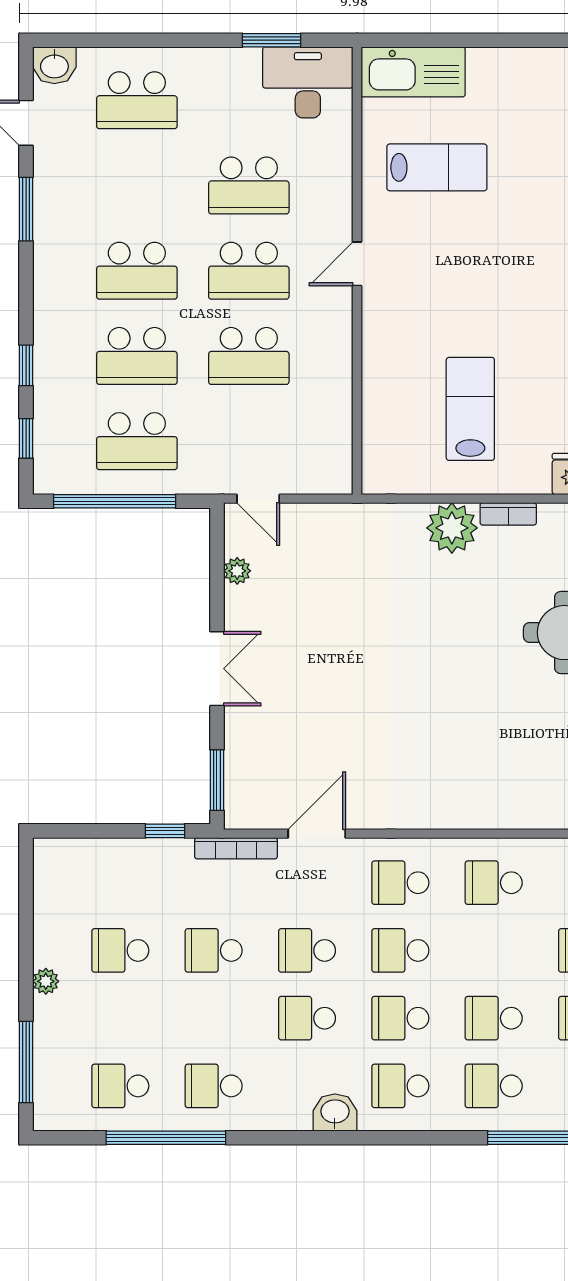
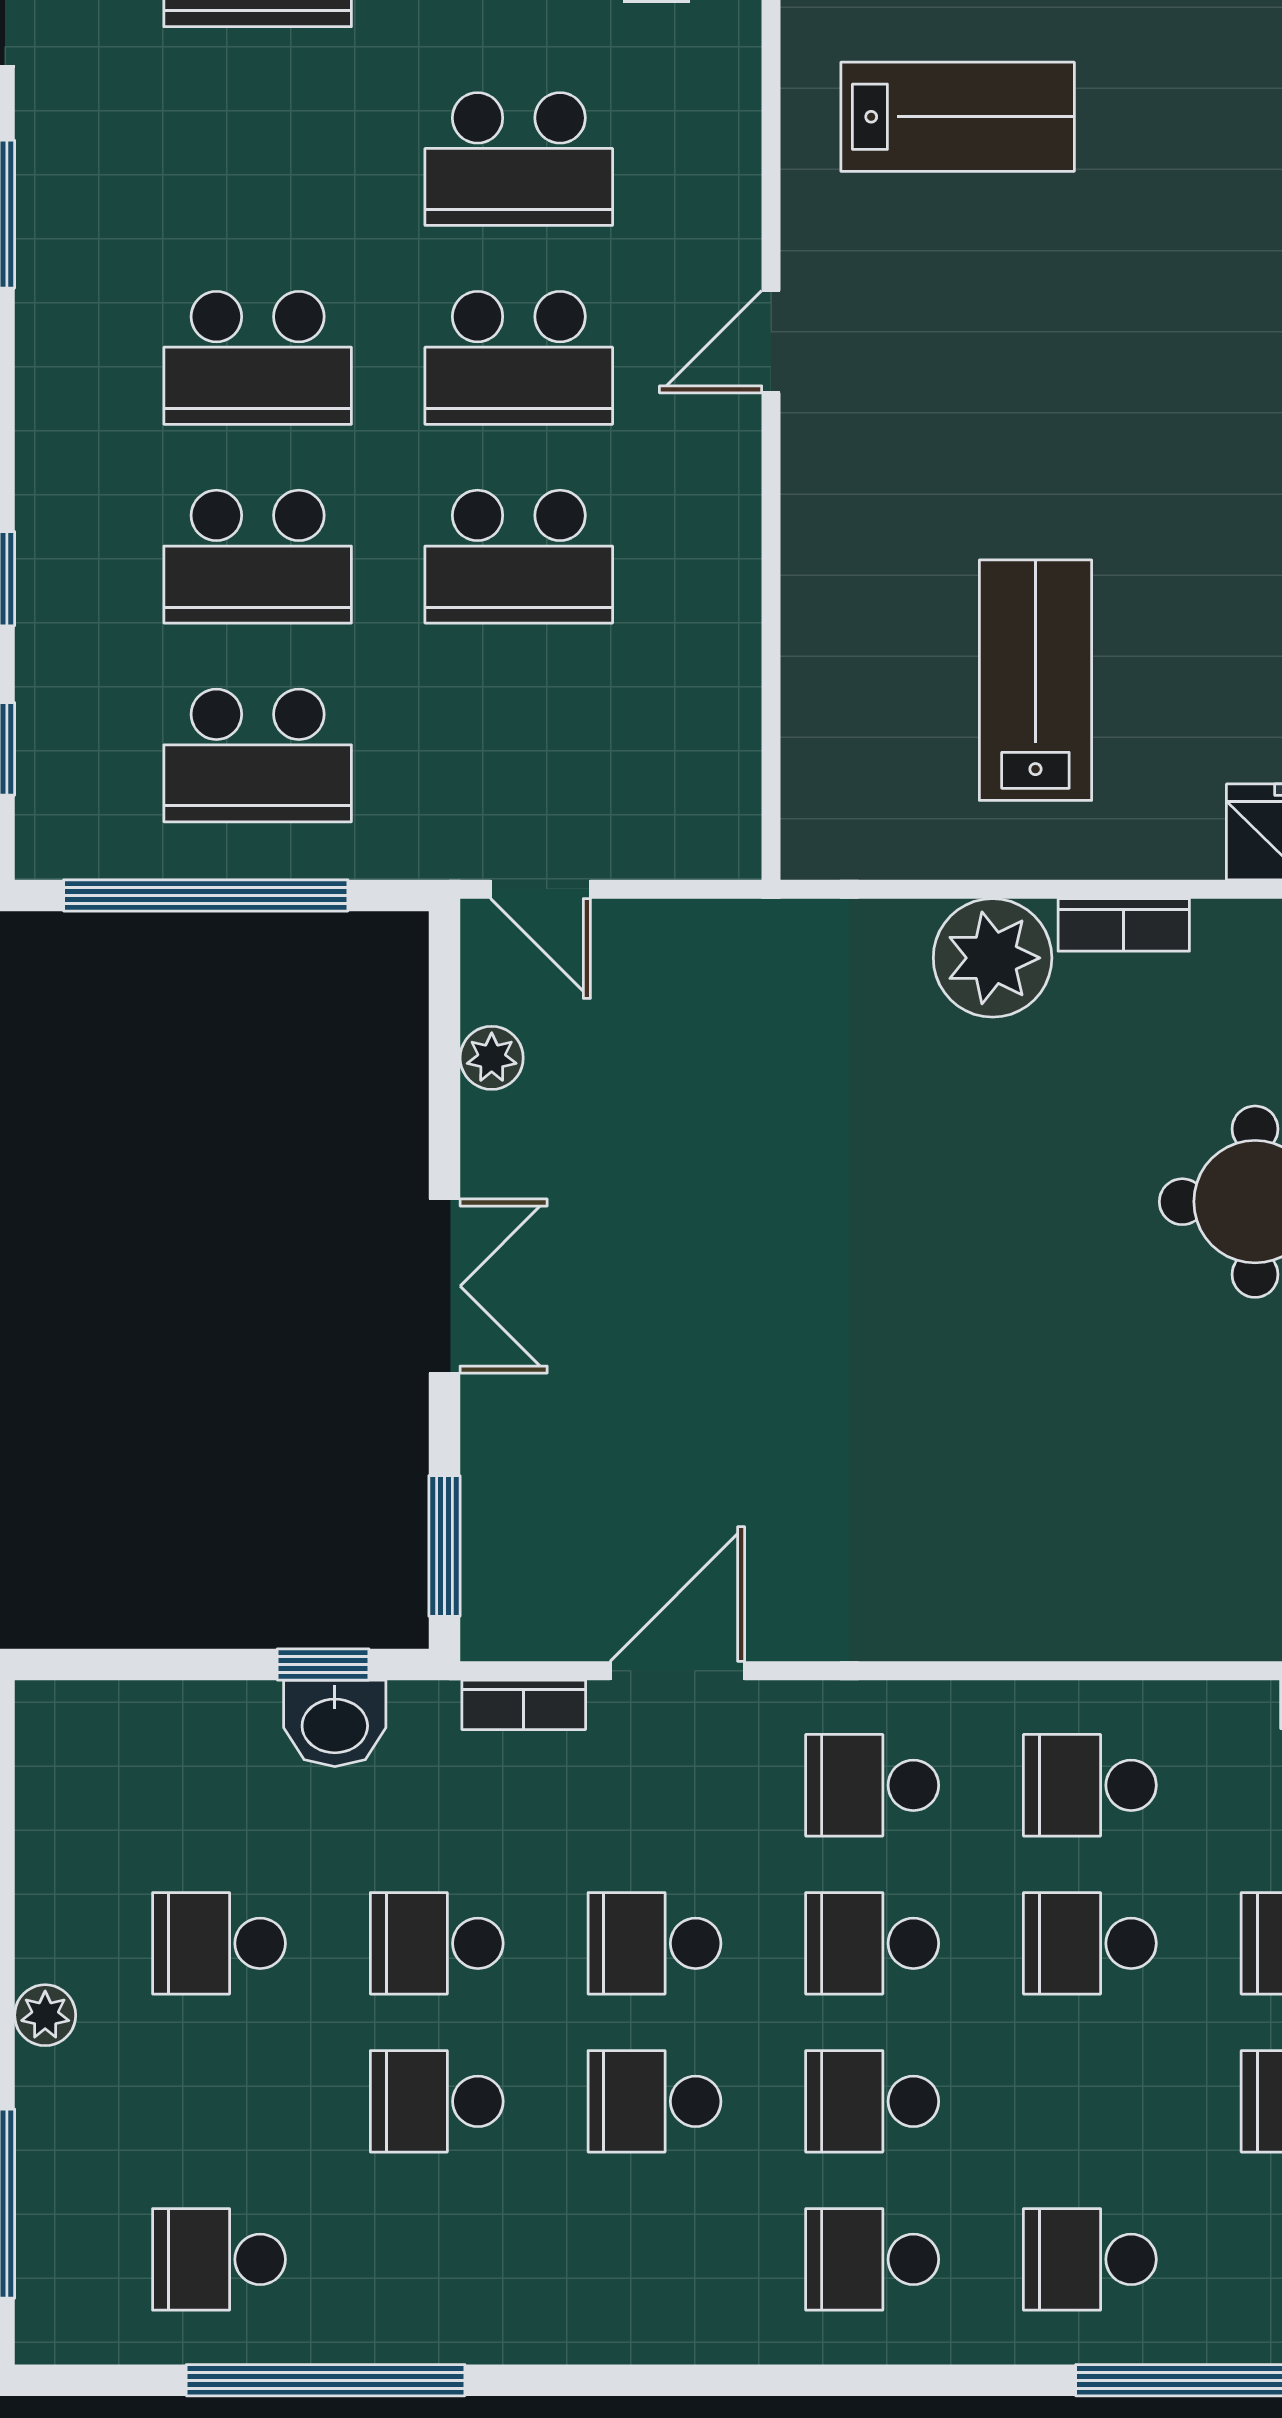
bookcase: (236, 848) -> (524, 1705), width x0.64
school desk: (494, 1018) -> (1090, 1943), moved
school desk: (214, 1086) -> (437, 2101), moved
washbasin: (335, 1112) -> (335, 1723), moved, turned 180

